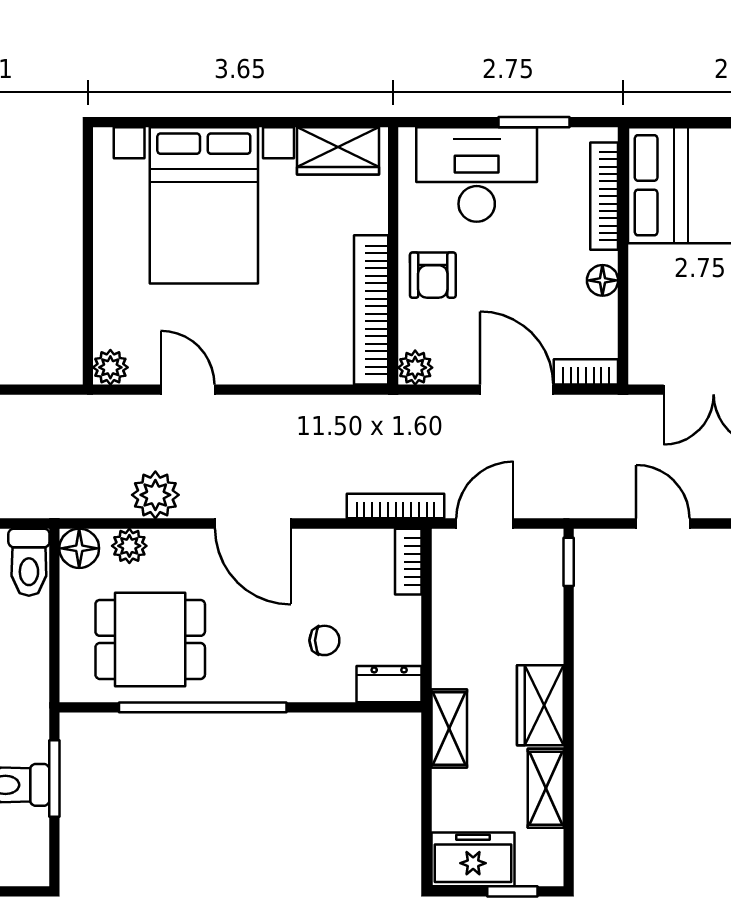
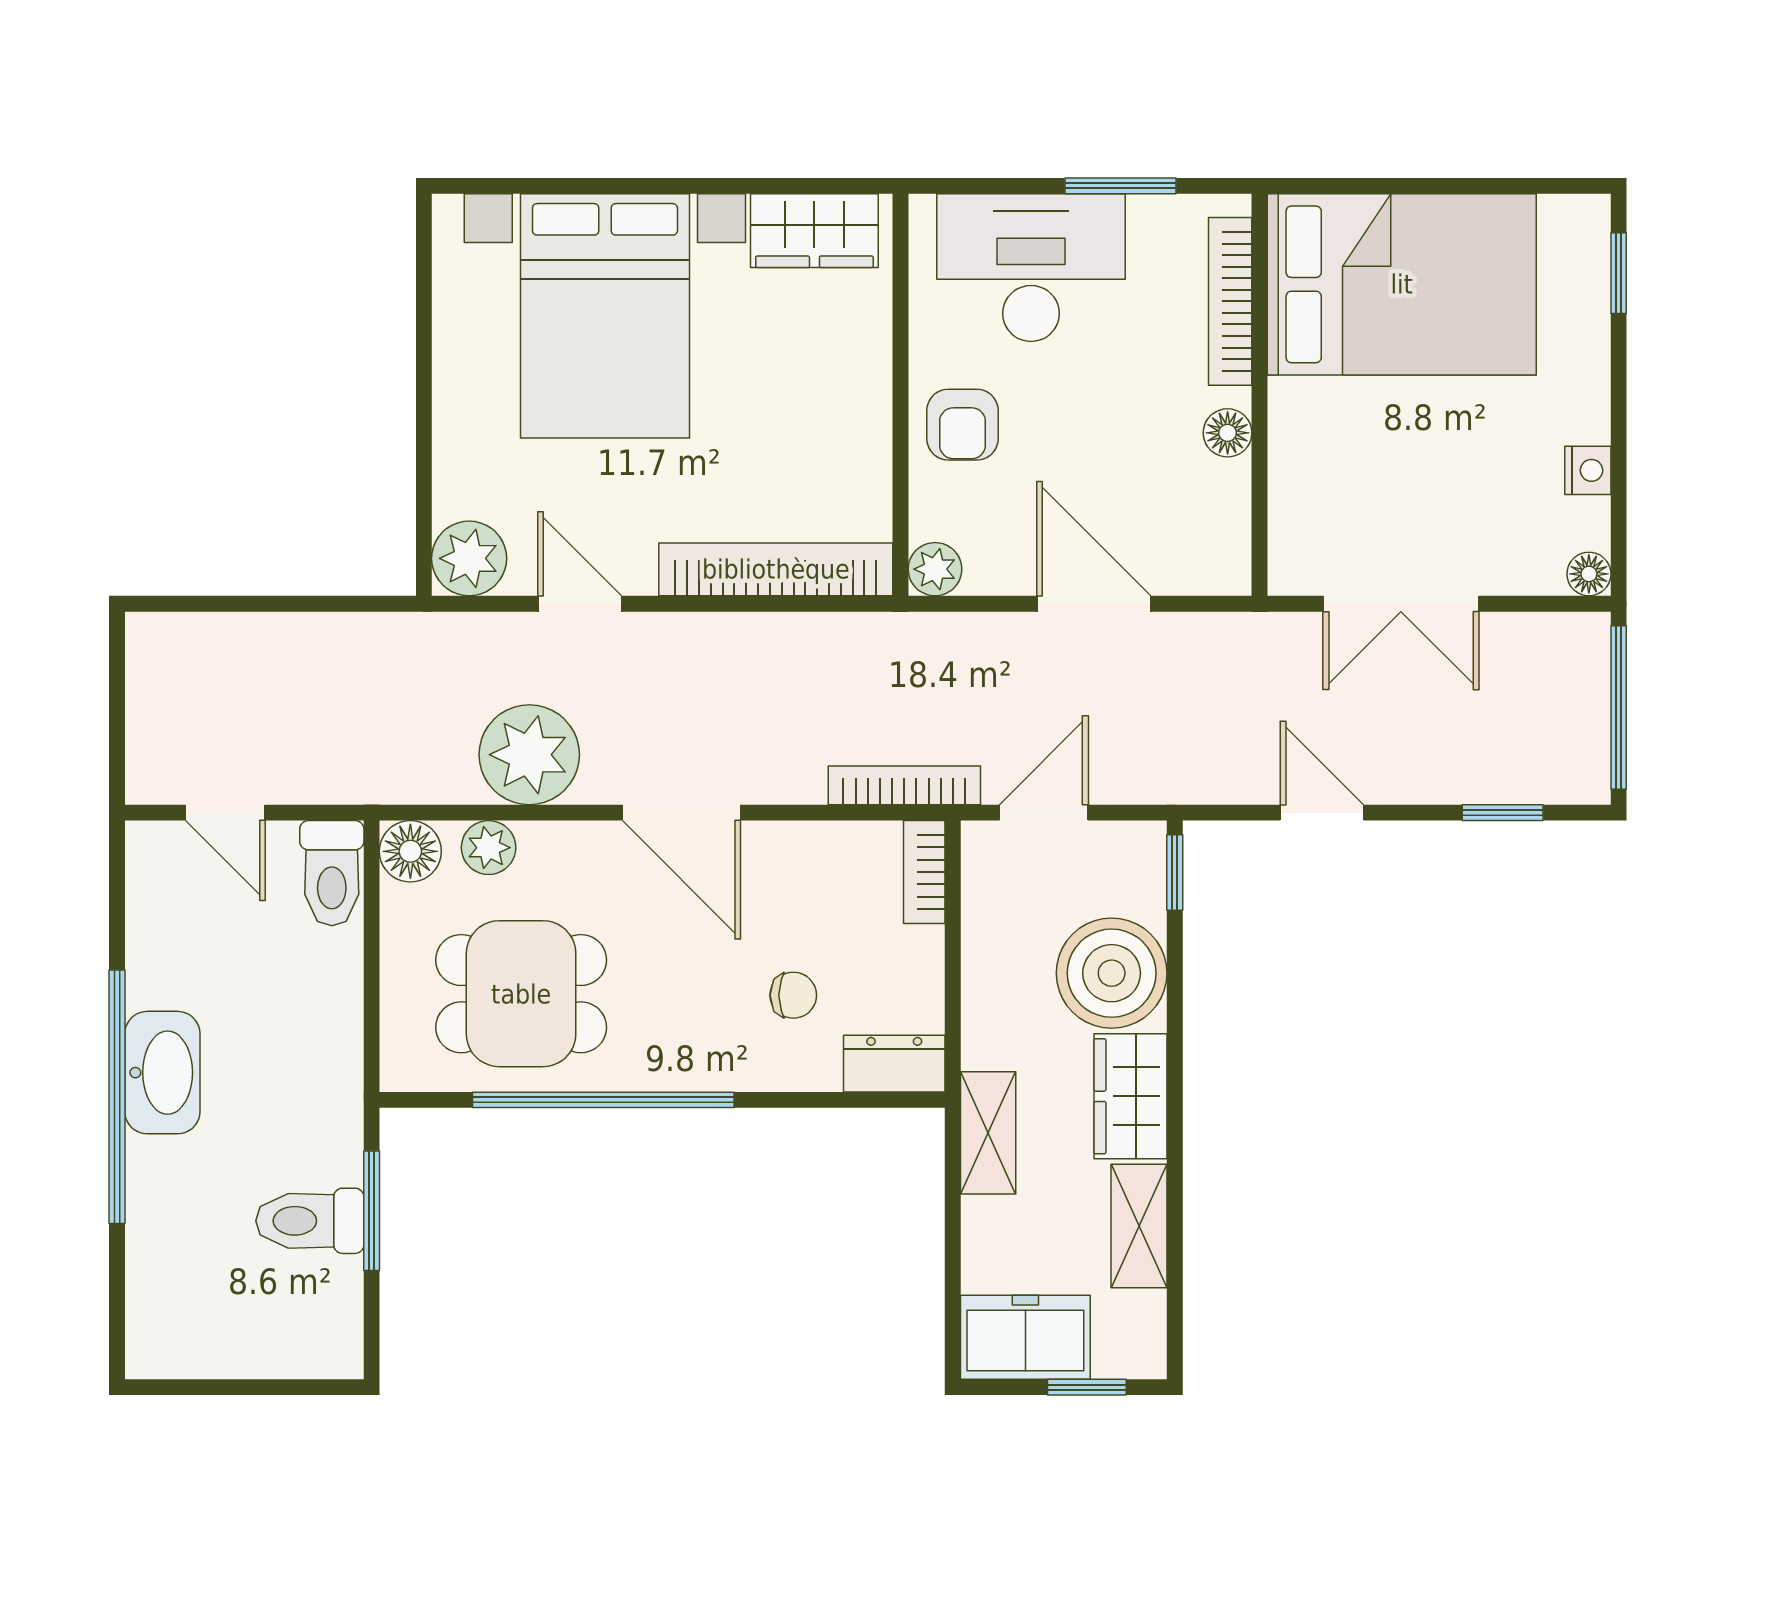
bookcase: (371, 310) -> (776, 569), moved, turned 90
plant: (110, 367) -> (469, 558), width x1.38, depth x1.38
bookcase: (586, 372) -> (1202, 576), removed
plant: (155, 495) -> (529, 755), width x1.36, depth x1.36
boiler: (528, 626) -> (1112, 973), added

